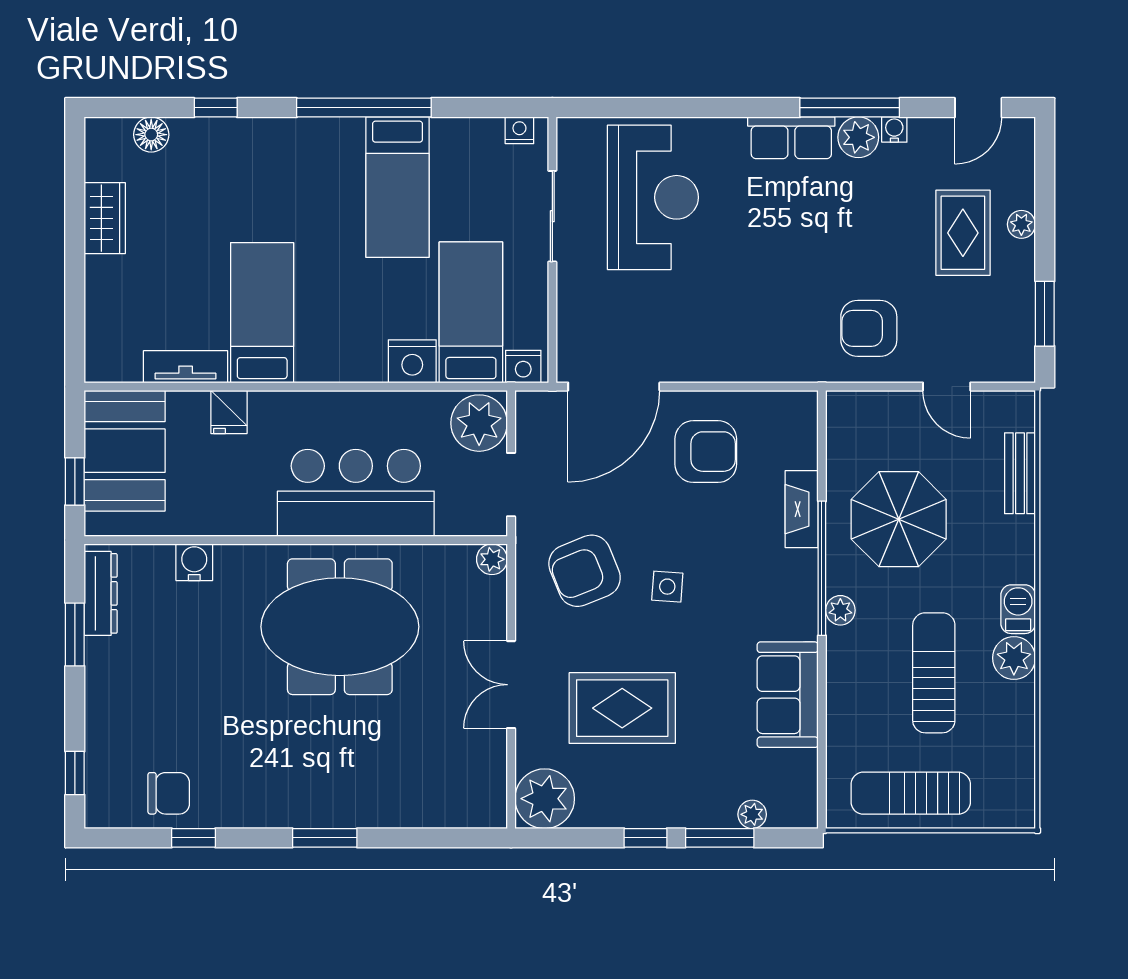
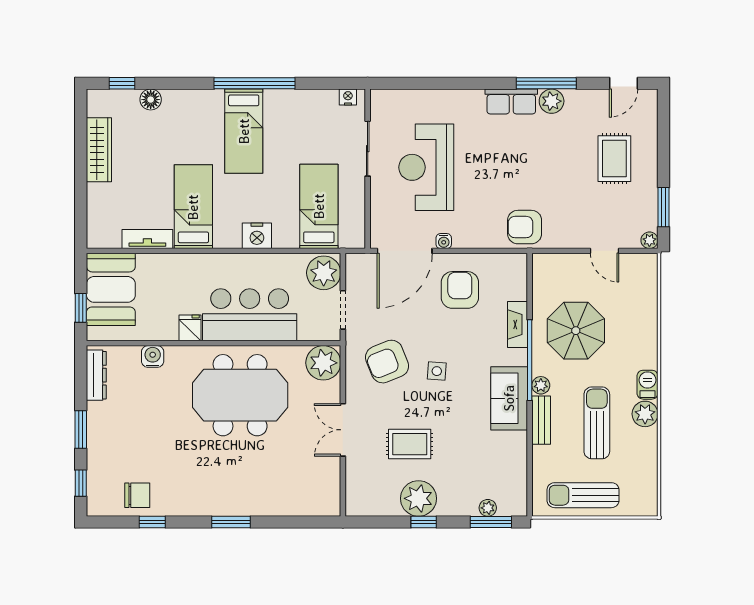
window: (216, 108) -> (122, 83), moved
water cooler: (894, 130) -> (444, 241), moved, turned 180
floor lamp: (151, 135) -> (151, 100), moved
bed: (397, 187) -> (244, 131), moved
reception desk: (653, 197) -> (426, 167), moved, turned 180
wardrobe: (105, 218) -> (99, 150), width x1.50
plant: (1021, 224) -> (649, 240), moved
armchair: (869, 328) -> (525, 227), moved
nightstand: (412, 361) -> (257, 236), moved
nightstand: (523, 367) -> (350, 239), removed
fridge: (229, 412) -> (190, 328), moved, turned 180
armchair: (706, 452) -> (460, 290), turned -90
bench: (1020, 473) -> (541, 420), moved
plant: (492, 559) -> (323, 363), width x1.88, depth x1.88
window: (75, 634) -> (81, 429), moved
sofa: (788, 695) -> (509, 398), moved
rug: (622, 708) -> (410, 444), width x0.73, depth x0.70
plant: (545, 799) -> (418, 498), moved
window: (720, 838) -> (491, 522), moved

